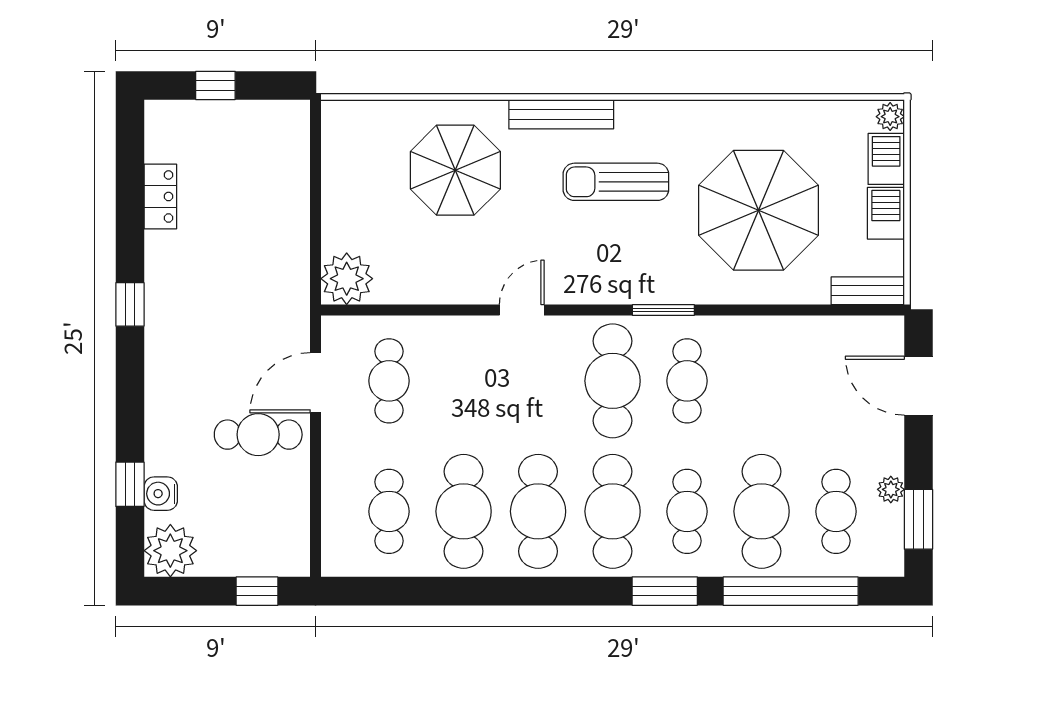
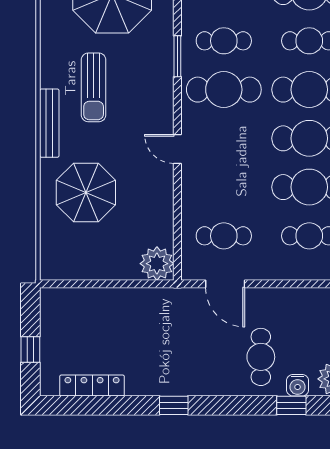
locker: (160, 196) -> (92, 385), width x1.53
cafe table: (258, 435) -> (261, 357), moved

